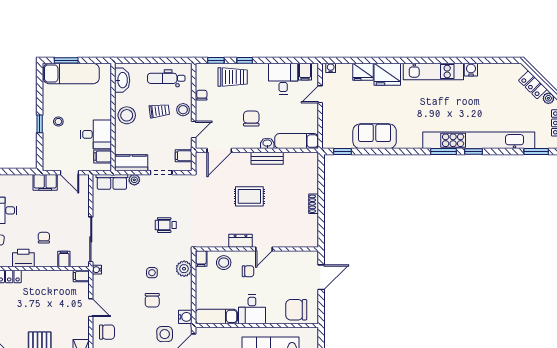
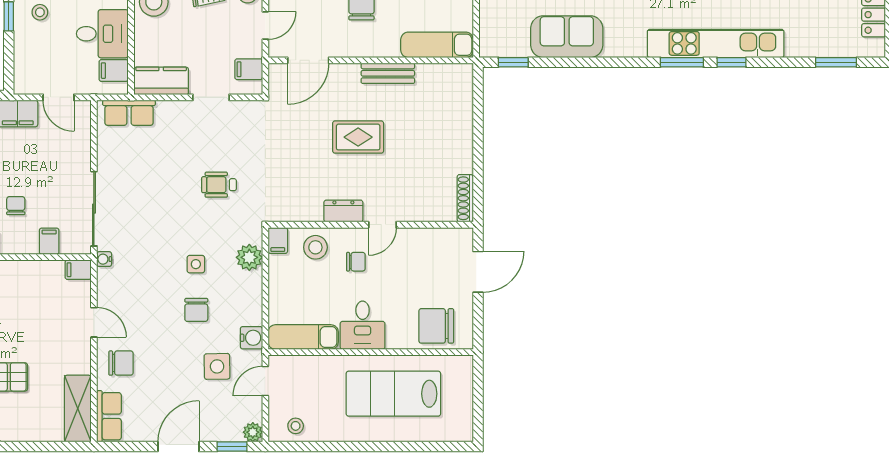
kitchen unit: (479, 140) -> (716, 43), width x0.73
washbasin: (267, 143) -> (388, 49), removed
plant: (134, 180) -> (166, 109), removed
shoe rack: (314, 204) -> (465, 198), moved, width x1.43

